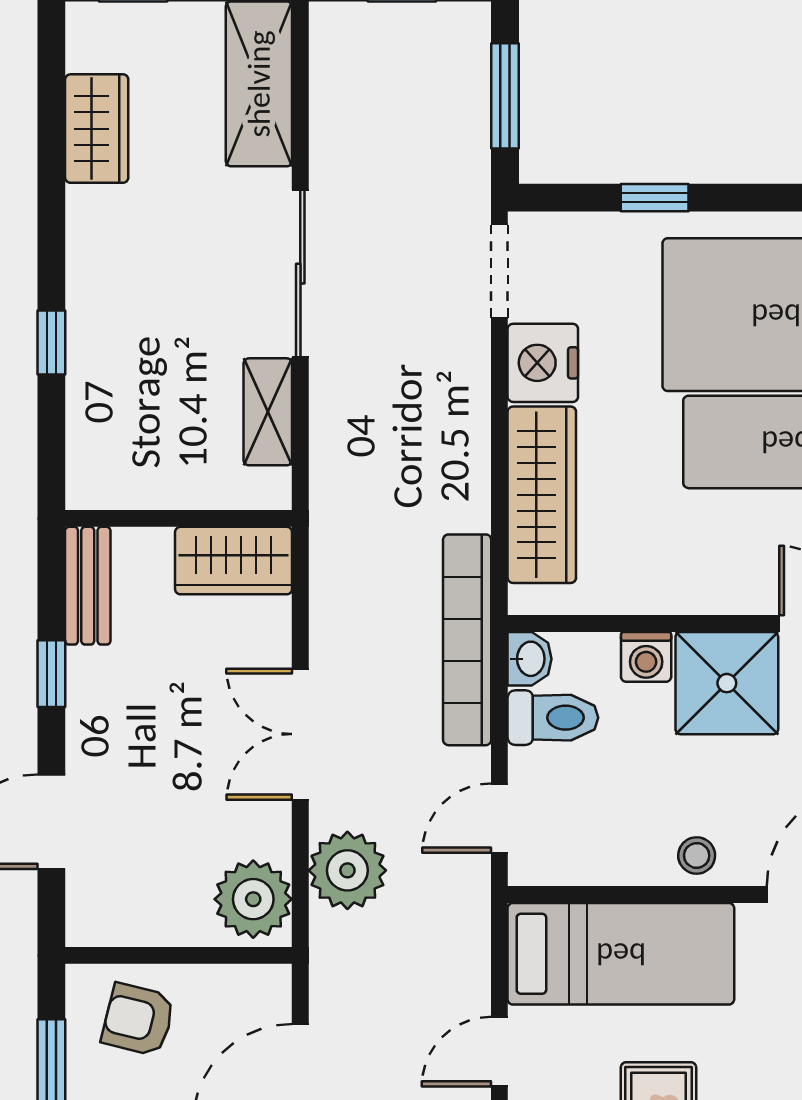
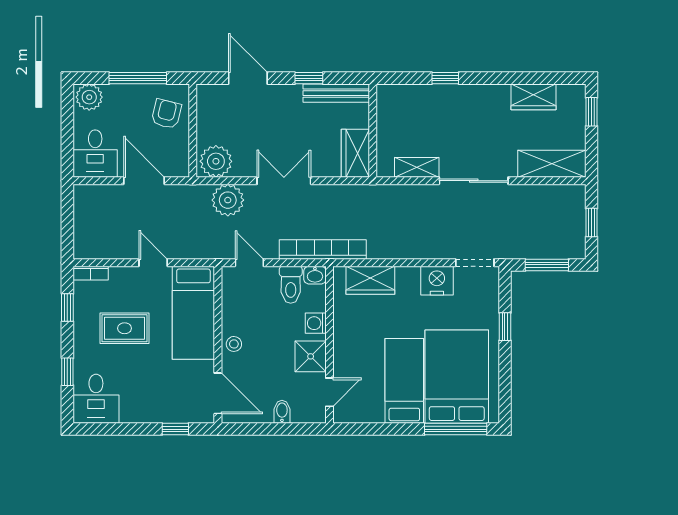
wardrobe: (542, 495) -> (370, 280), width x0.67
bench: (88, 586) -> (336, 93), width x1.36
shower: (727, 683) -> (311, 356), width x0.73, depth x0.73

